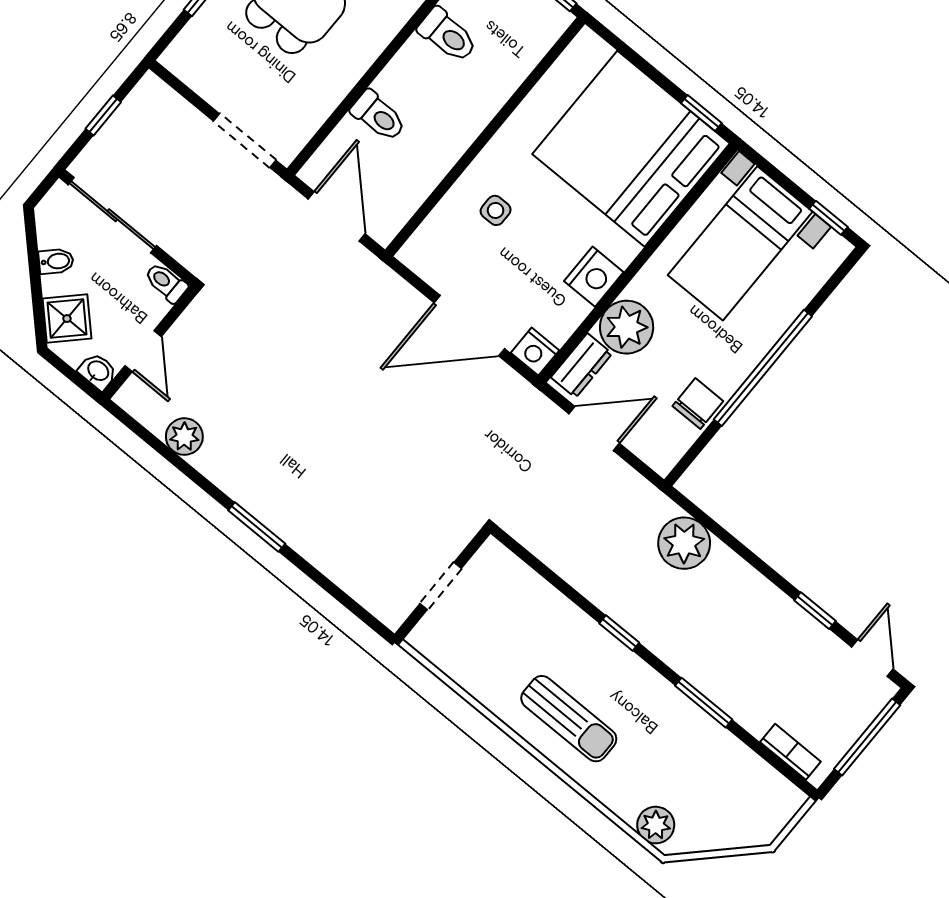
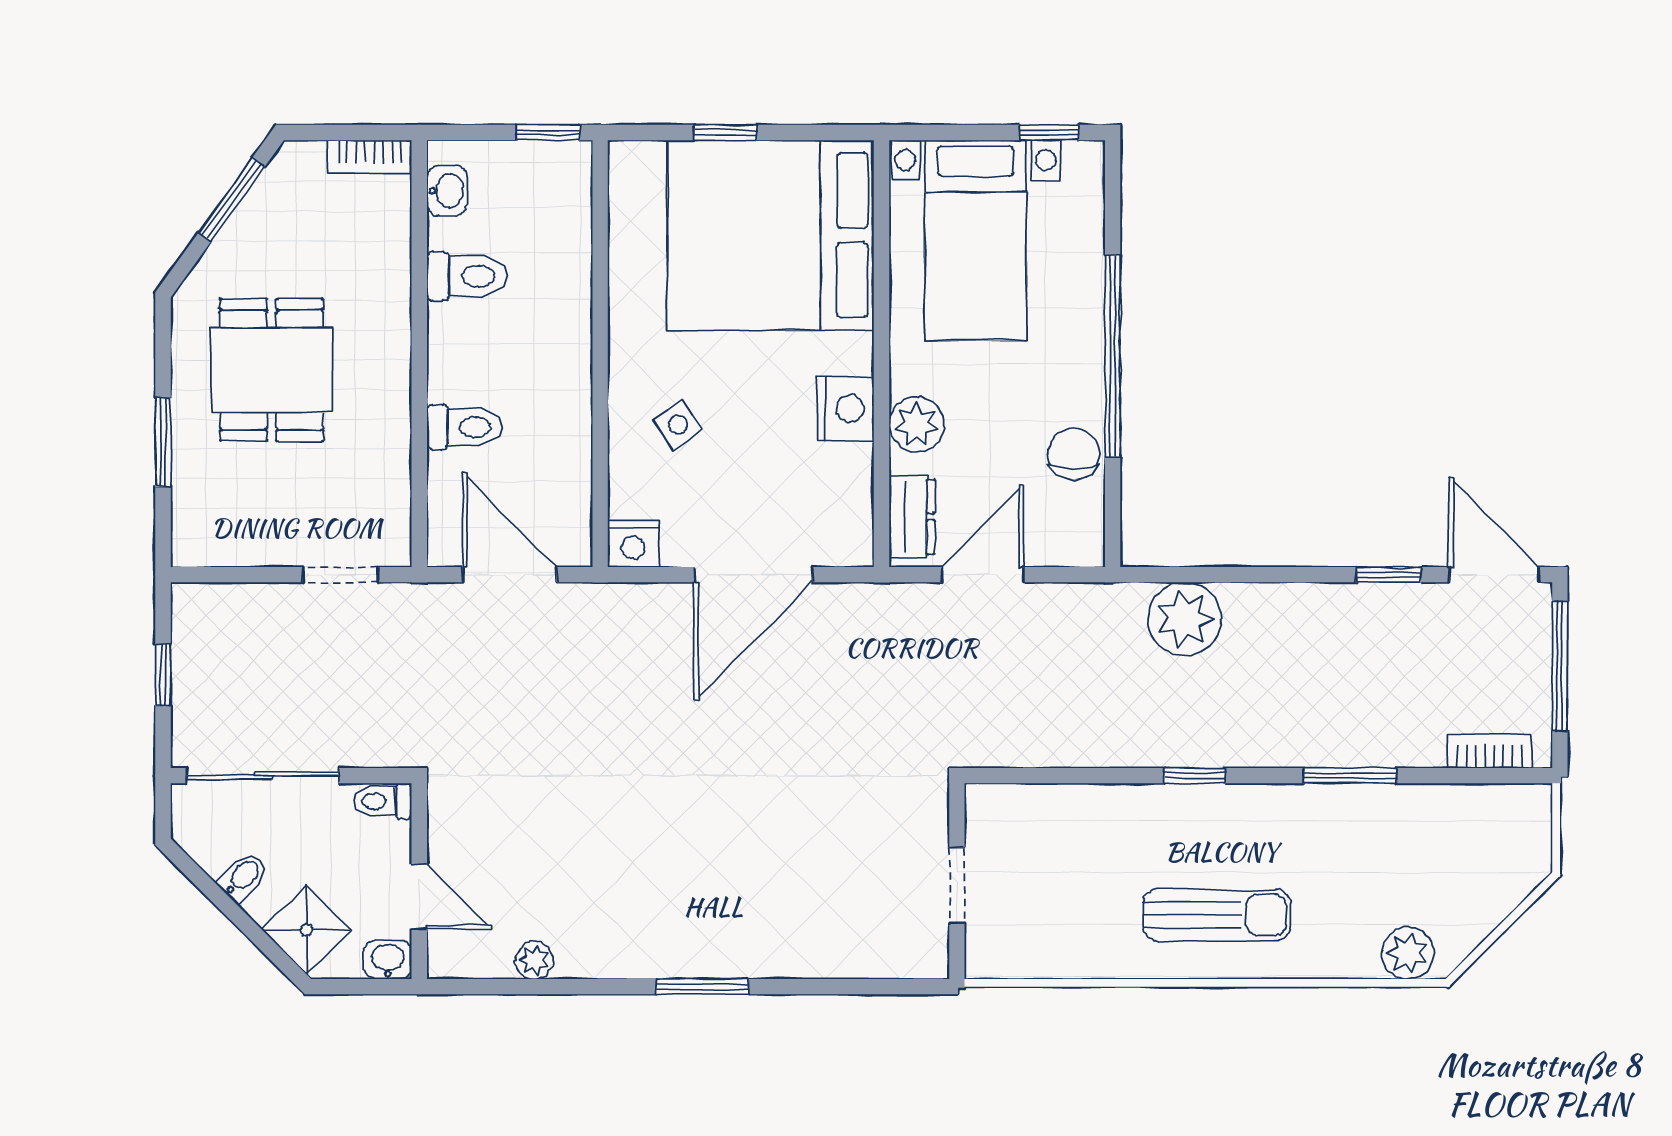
window: (701, 113) -> (725, 133), moved
doorway: (245, 141) -> (341, 575), width x0.73
side table: (496, 210) -> (678, 425), turned -35
plant: (627, 327) -> (917, 424), width x0.73, depth x0.73
nightstand: (535, 352) -> (633, 544), moved
plant: (184, 437) -> (534, 960), width x0.73, depth x0.73
door: (872, 658) -> (1494, 575), width x1.38

